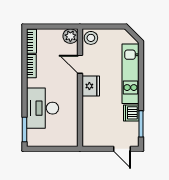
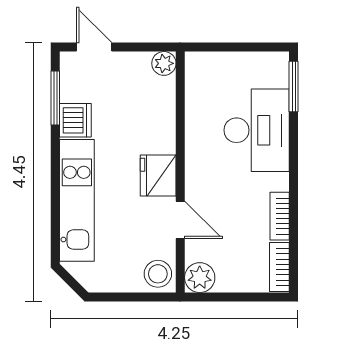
plant: (88, 141) -> (164, 63), added

